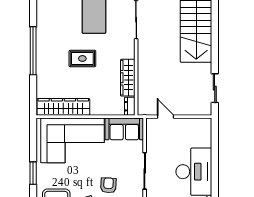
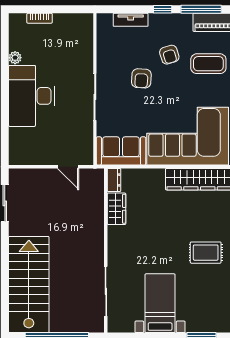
rug: (82, 58) -> (206, 253), moved
wardrobe: (128, 78) -> (117, 209), width x0.67

